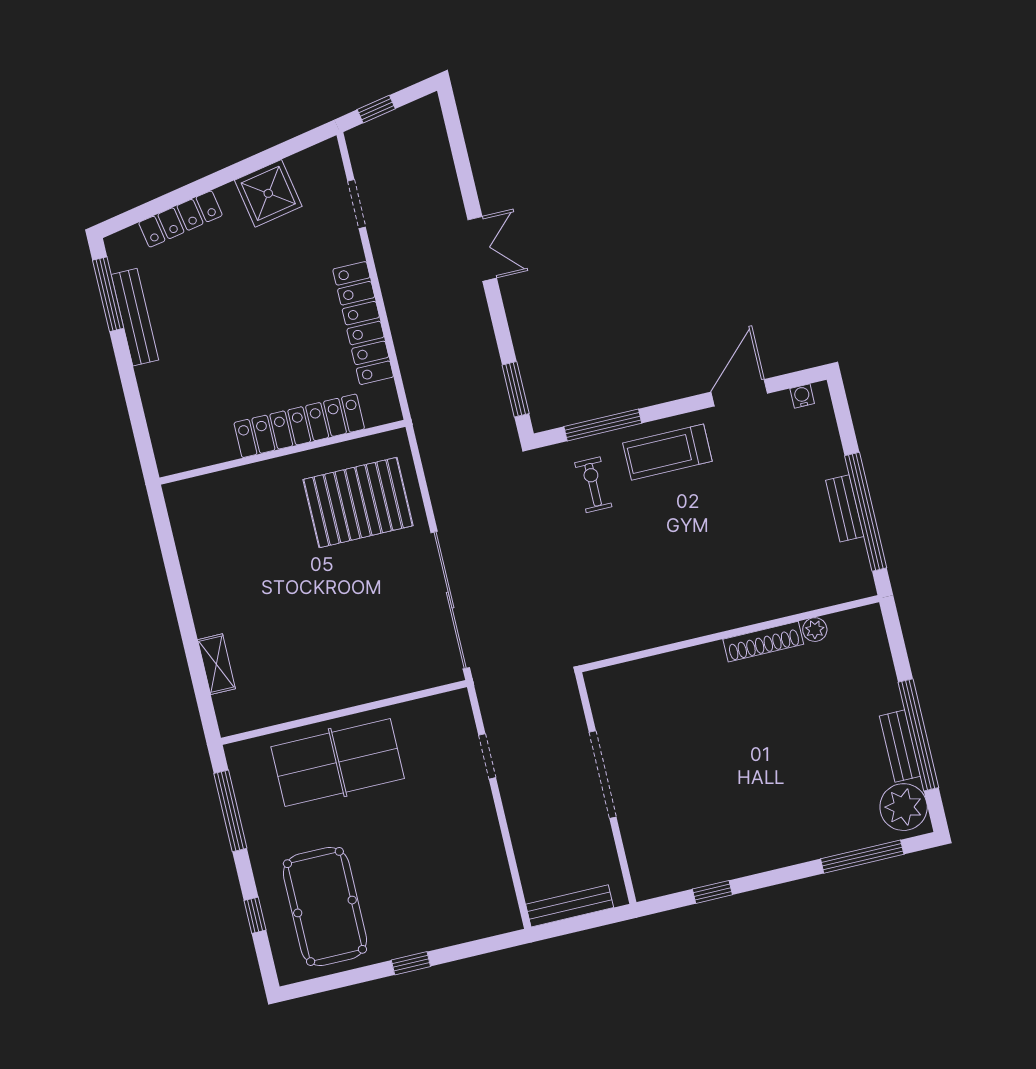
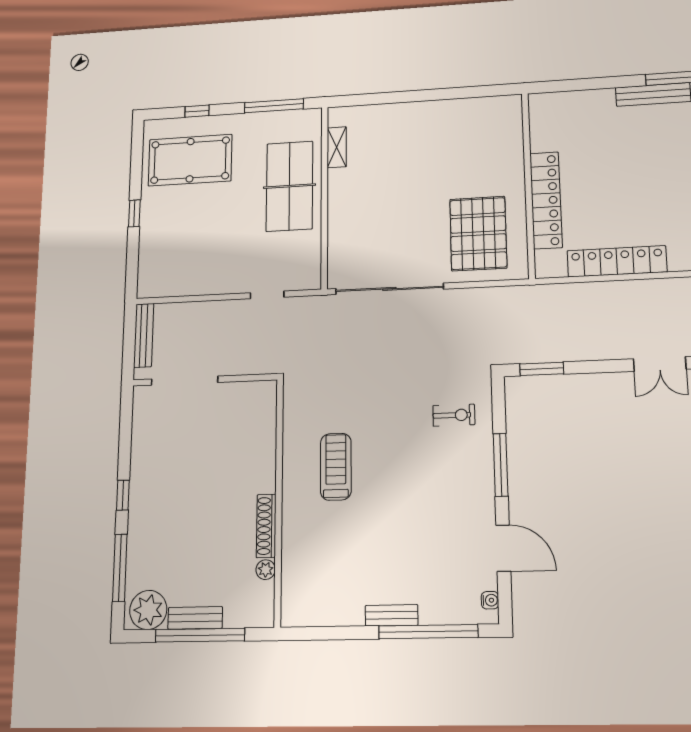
window: (603, 425) -> (501, 465), moved
treadmill: (667, 452) -> (336, 467), moved
window: (866, 512) -> (428, 632), moved
plant: (815, 630) -> (266, 570), moved
wall: (730, 634) -> (279, 501), moved
shoe rack: (763, 642) -> (266, 526), moved
shelving: (216, 664) -> (337, 147), moved, turned 90
doorway: (603, 775) -> (185, 381), moved
window: (712, 892) -> (123, 495), moved

